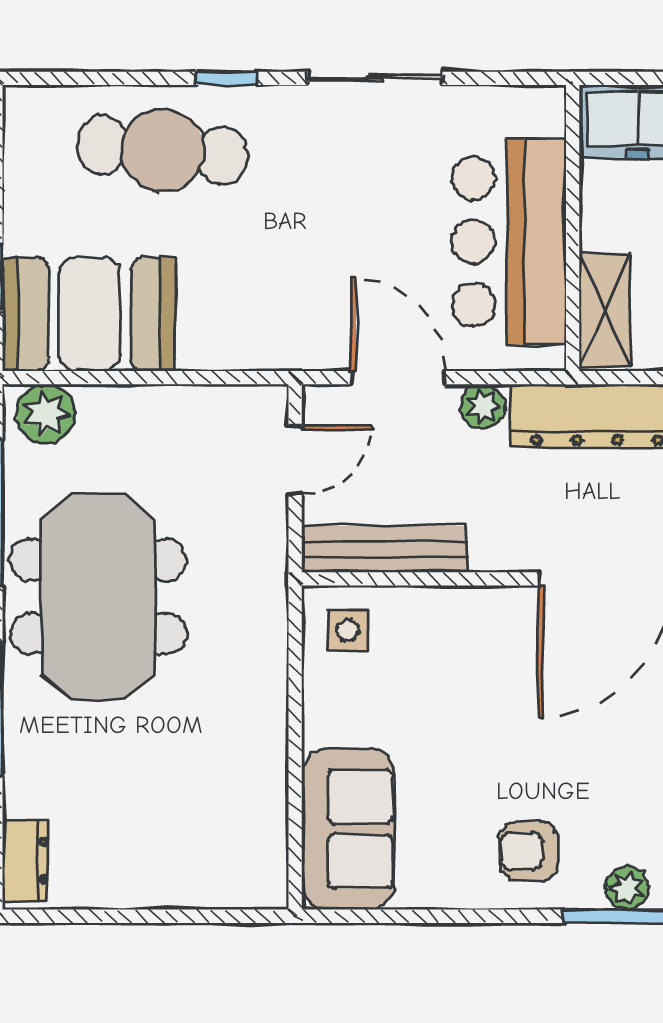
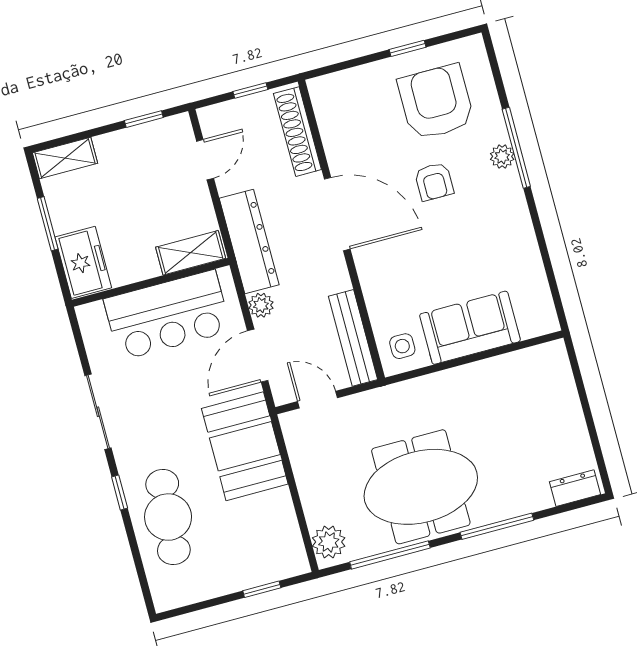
booth: (90, 314) -> (245, 446), moved
sofa: (348, 829) -> (470, 328), moved
armchair: (529, 851) -> (434, 182), moved

